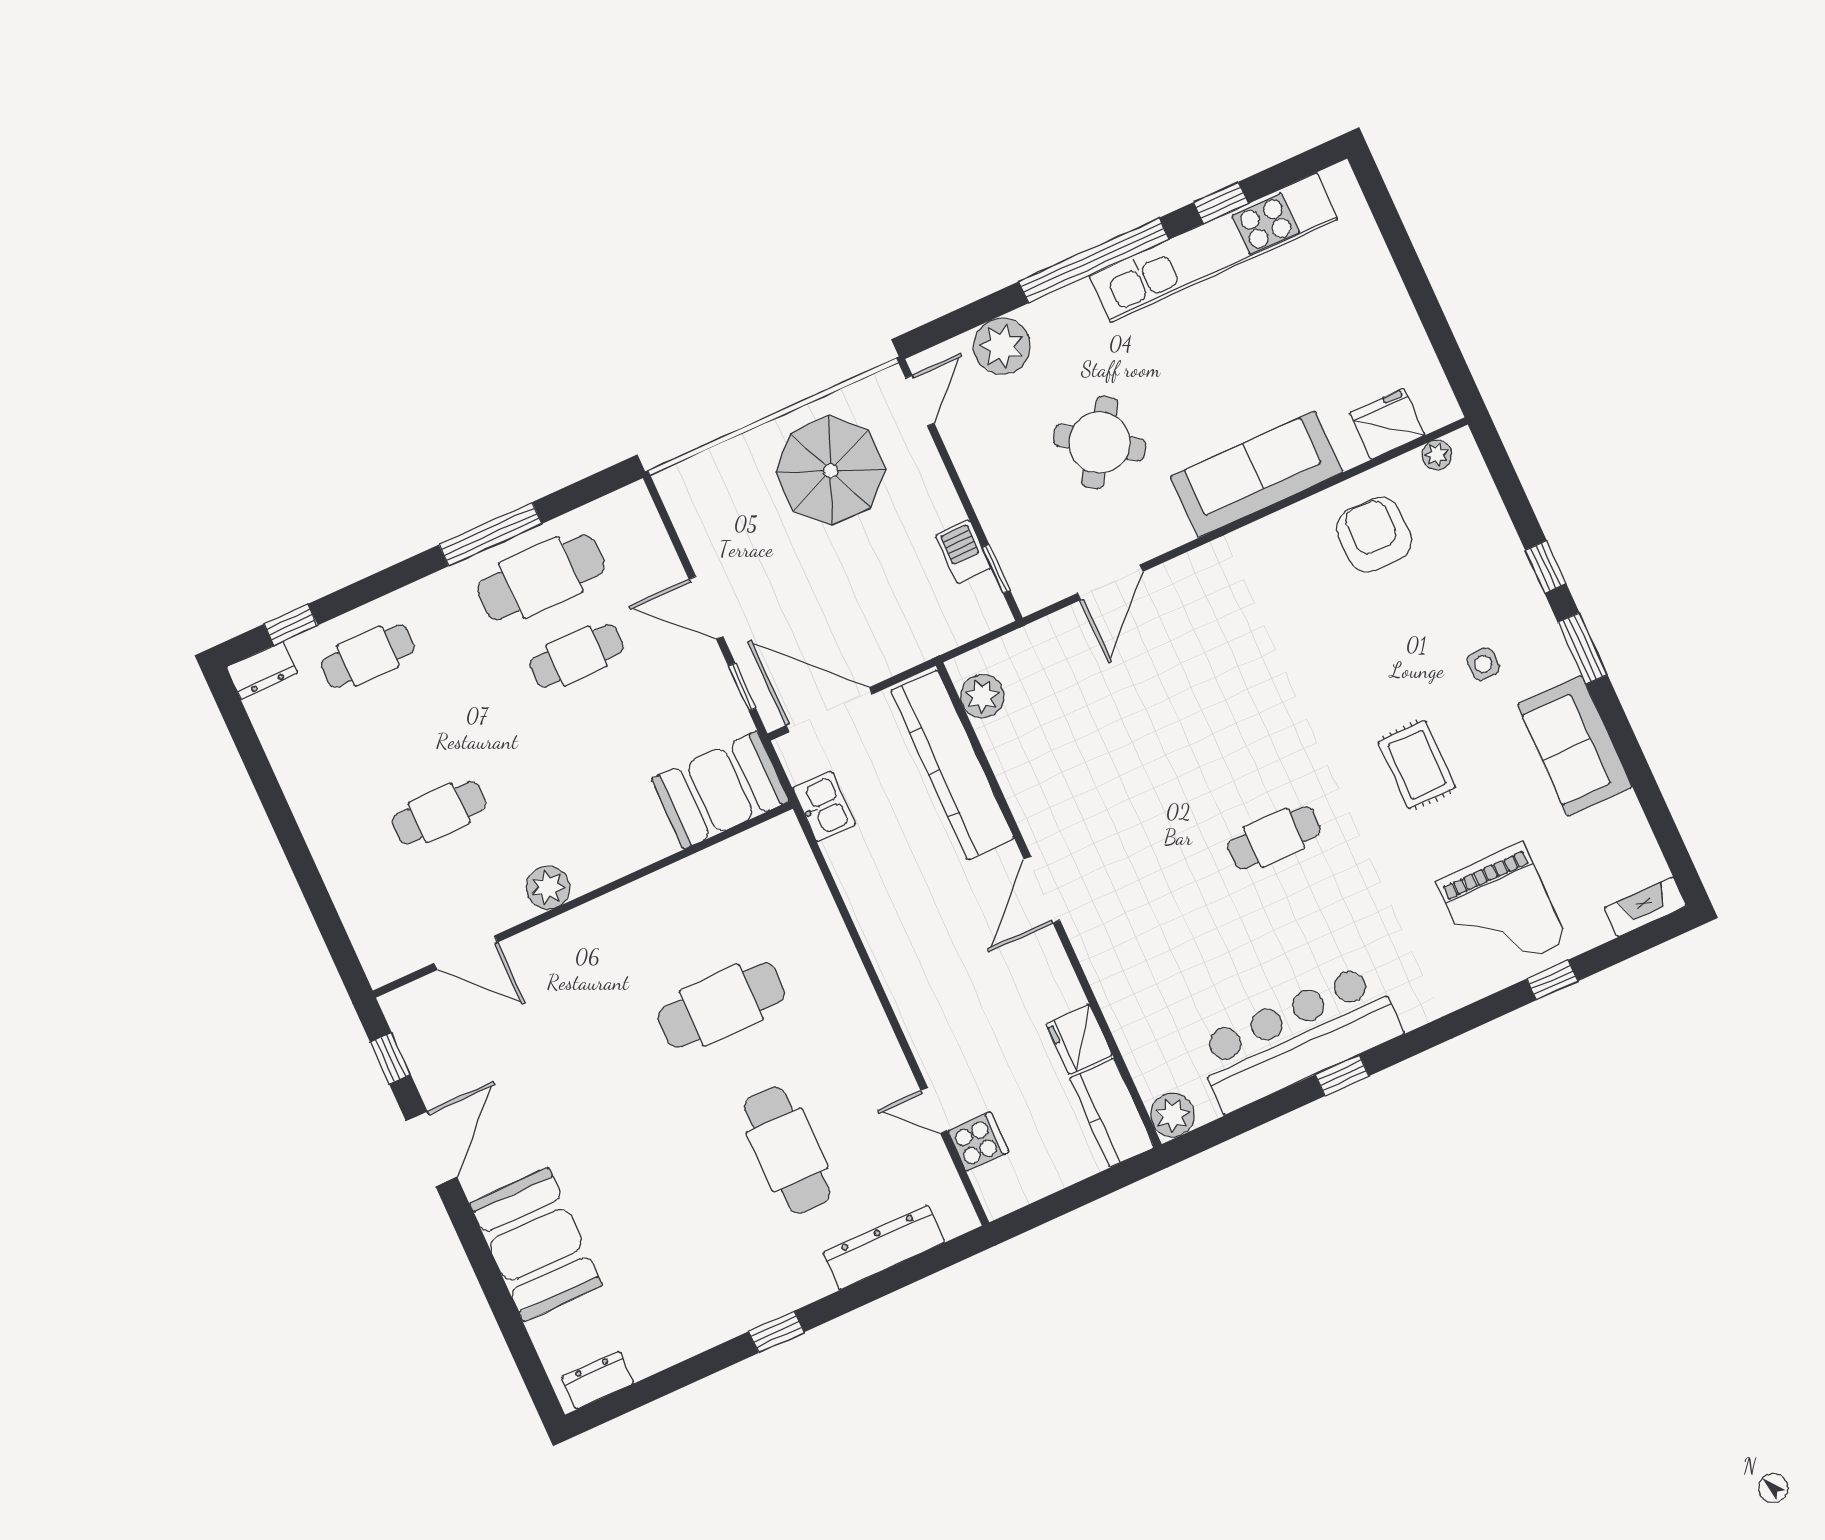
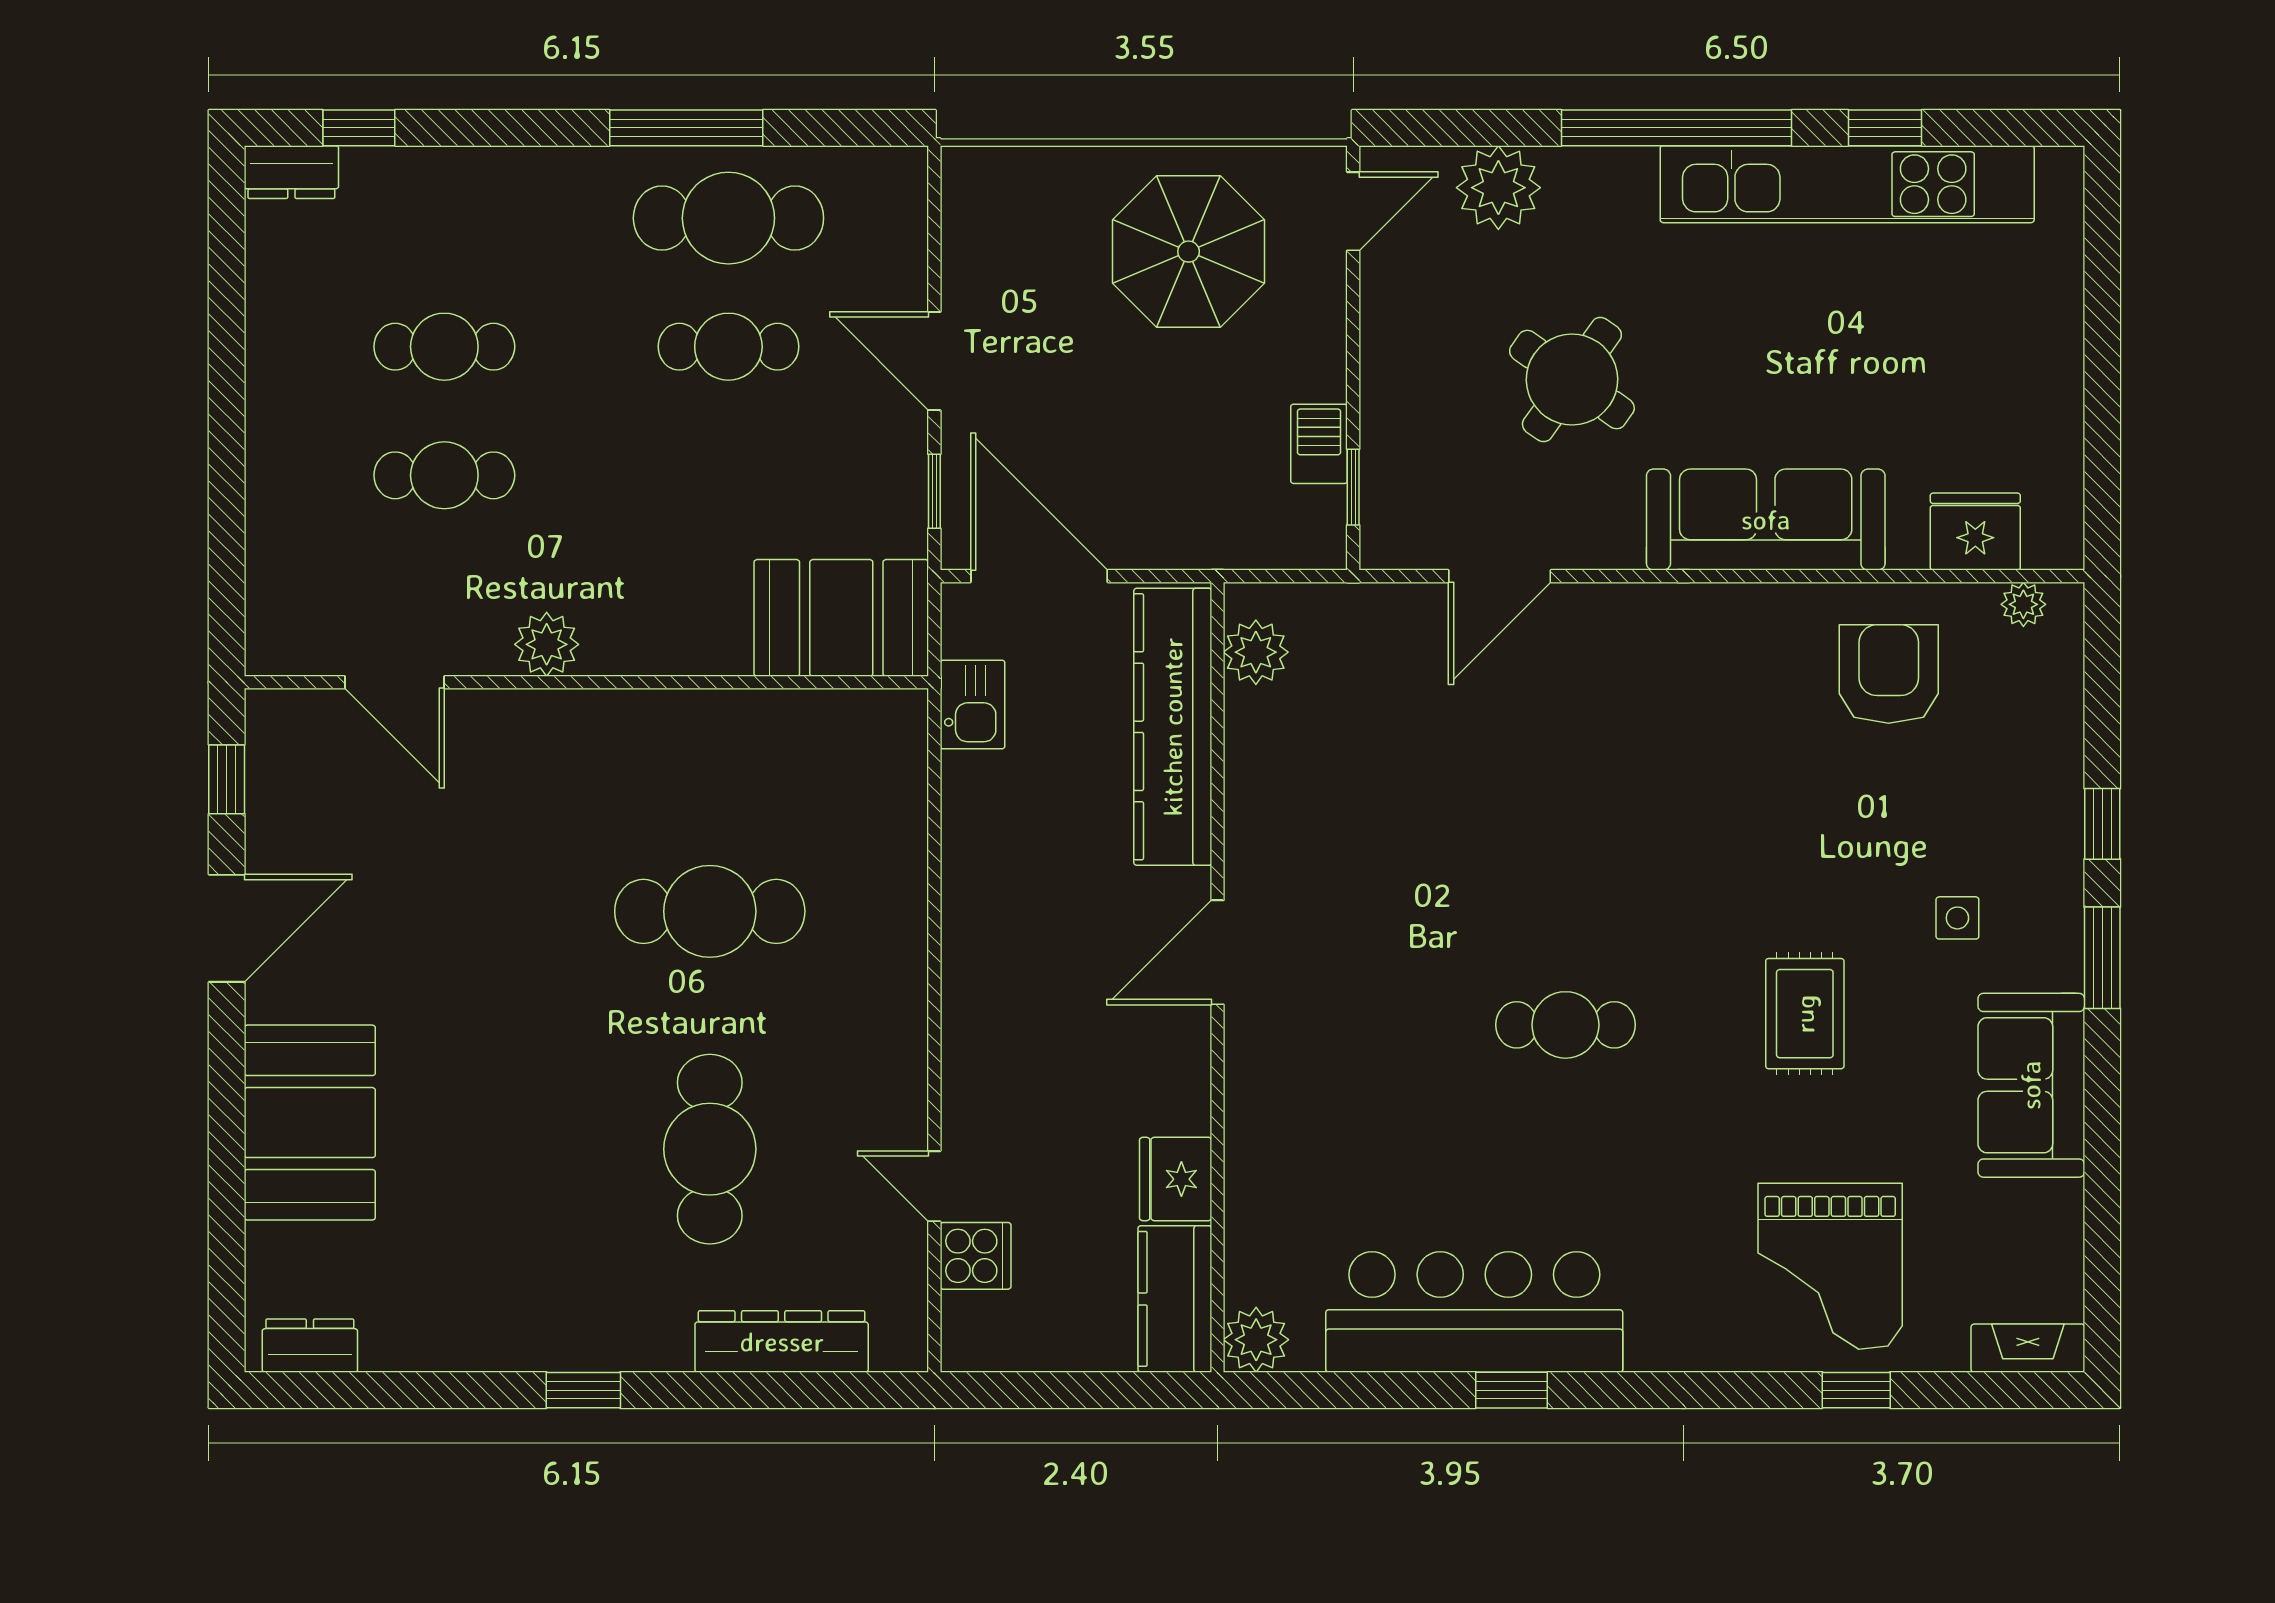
cafe table: (368, 656) -> (444, 347), moved

